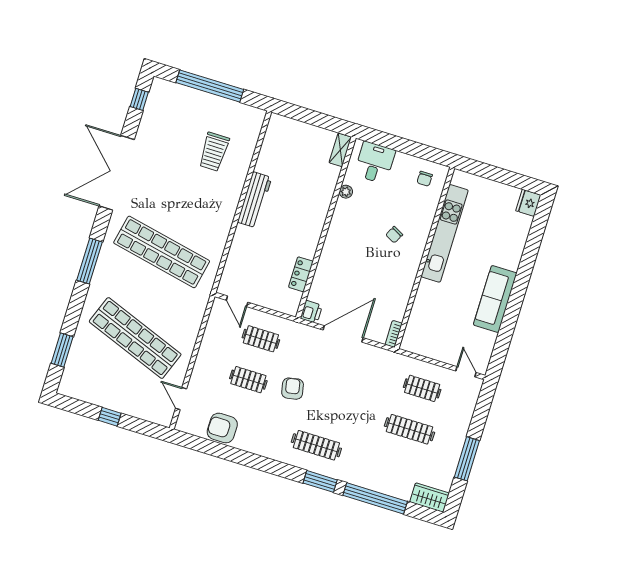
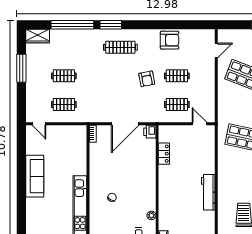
door: (181, 399) -> (216, 50), hinge flipped
armchair: (222, 428) -> (170, 40), moved
clothes rail: (410, 429) -> (64, 76), width x0.73

